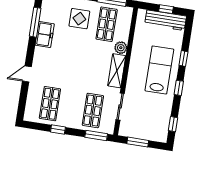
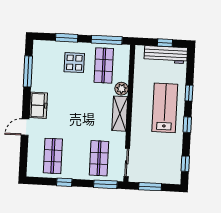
freezer: (45, 34) -> (38, 105), moved
sliding door: (120, 106) -> (127, 162), moved

